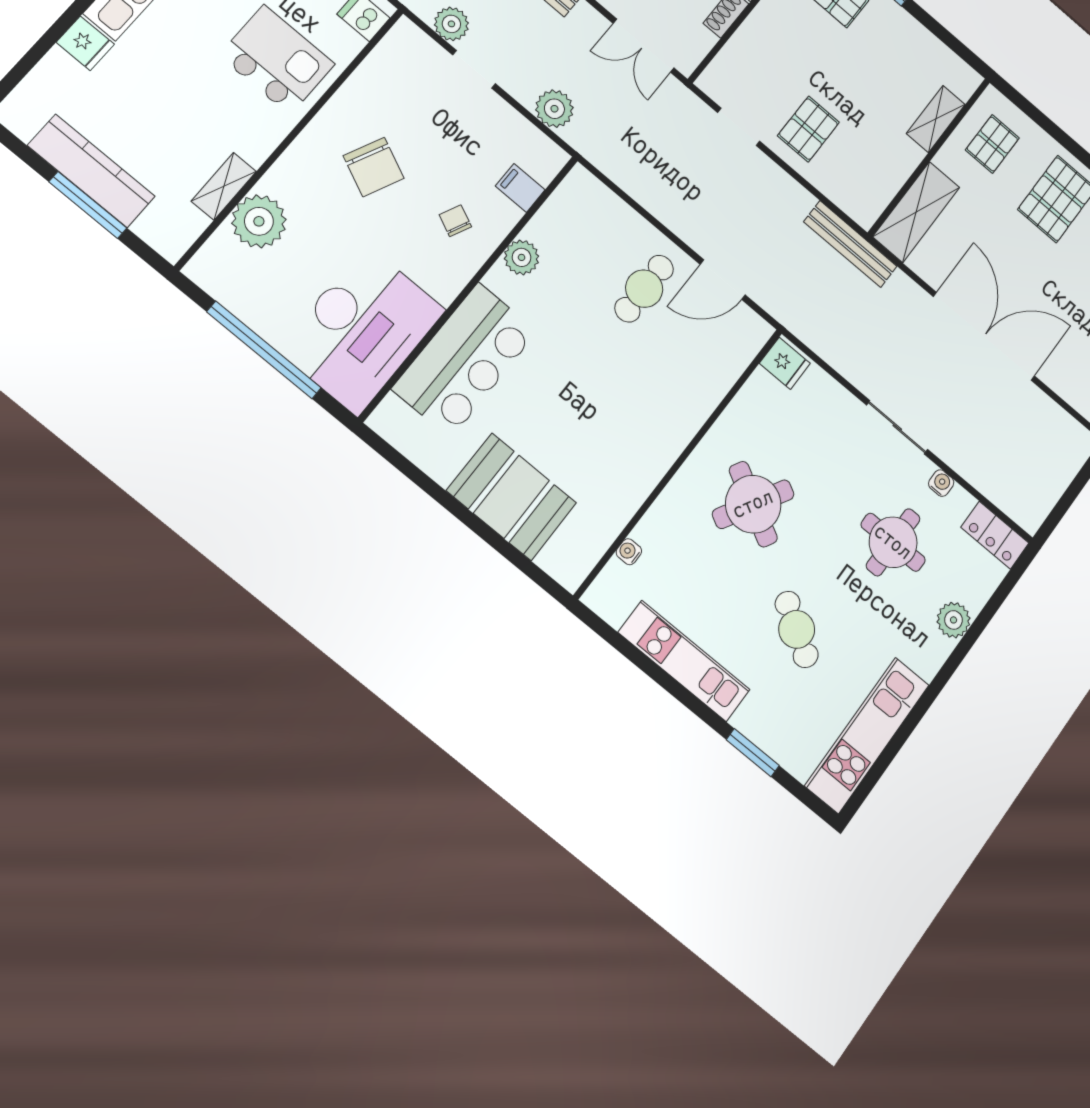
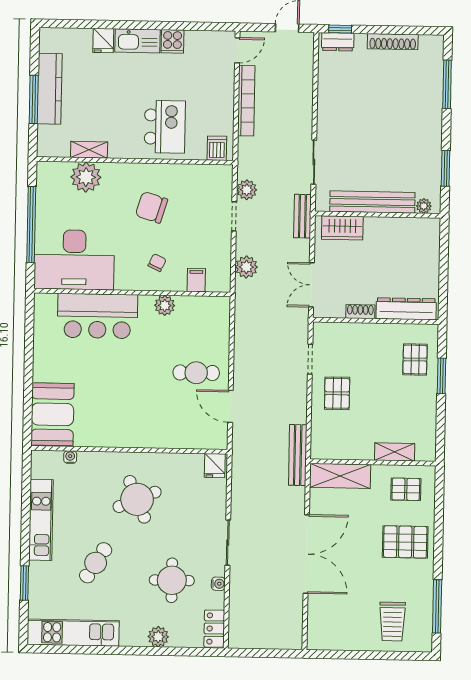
pallet: (808, 129) -> (337, 393), turned 90
chair: (374, 167) -> (151, 207), turned 82
booth: (511, 497) -> (53, 414), moved
round table: (753, 504) -> (137, 499), turned 38

